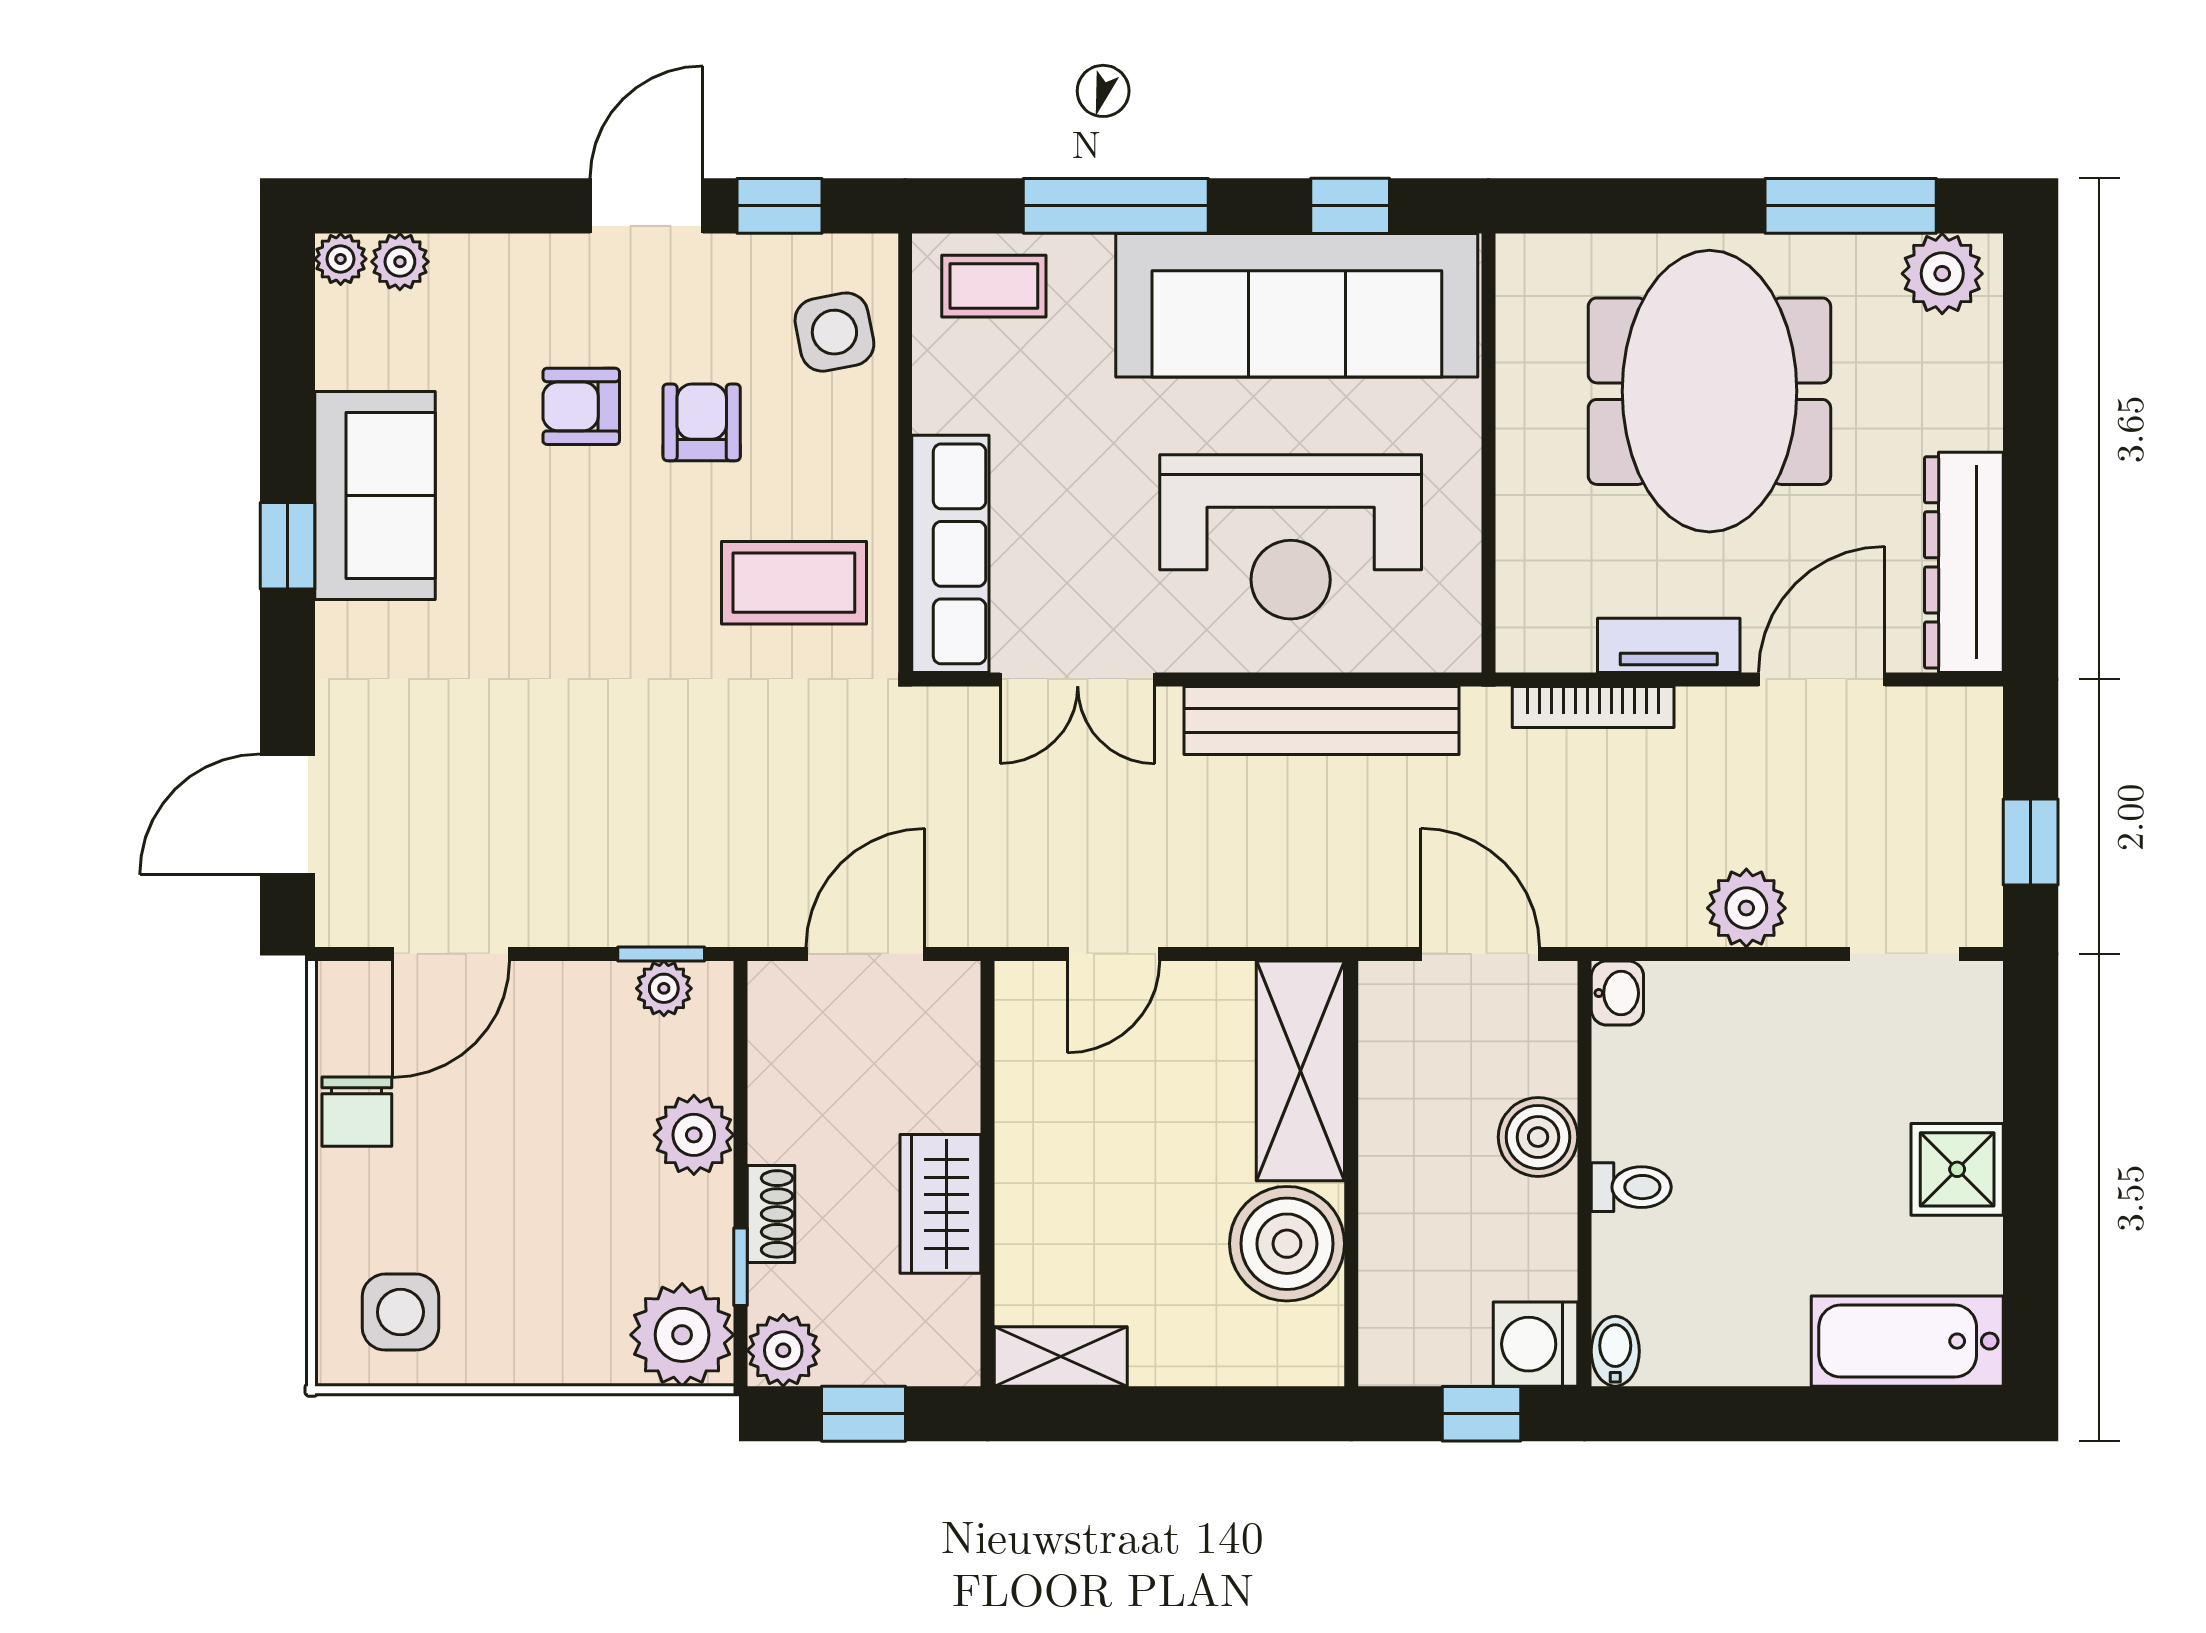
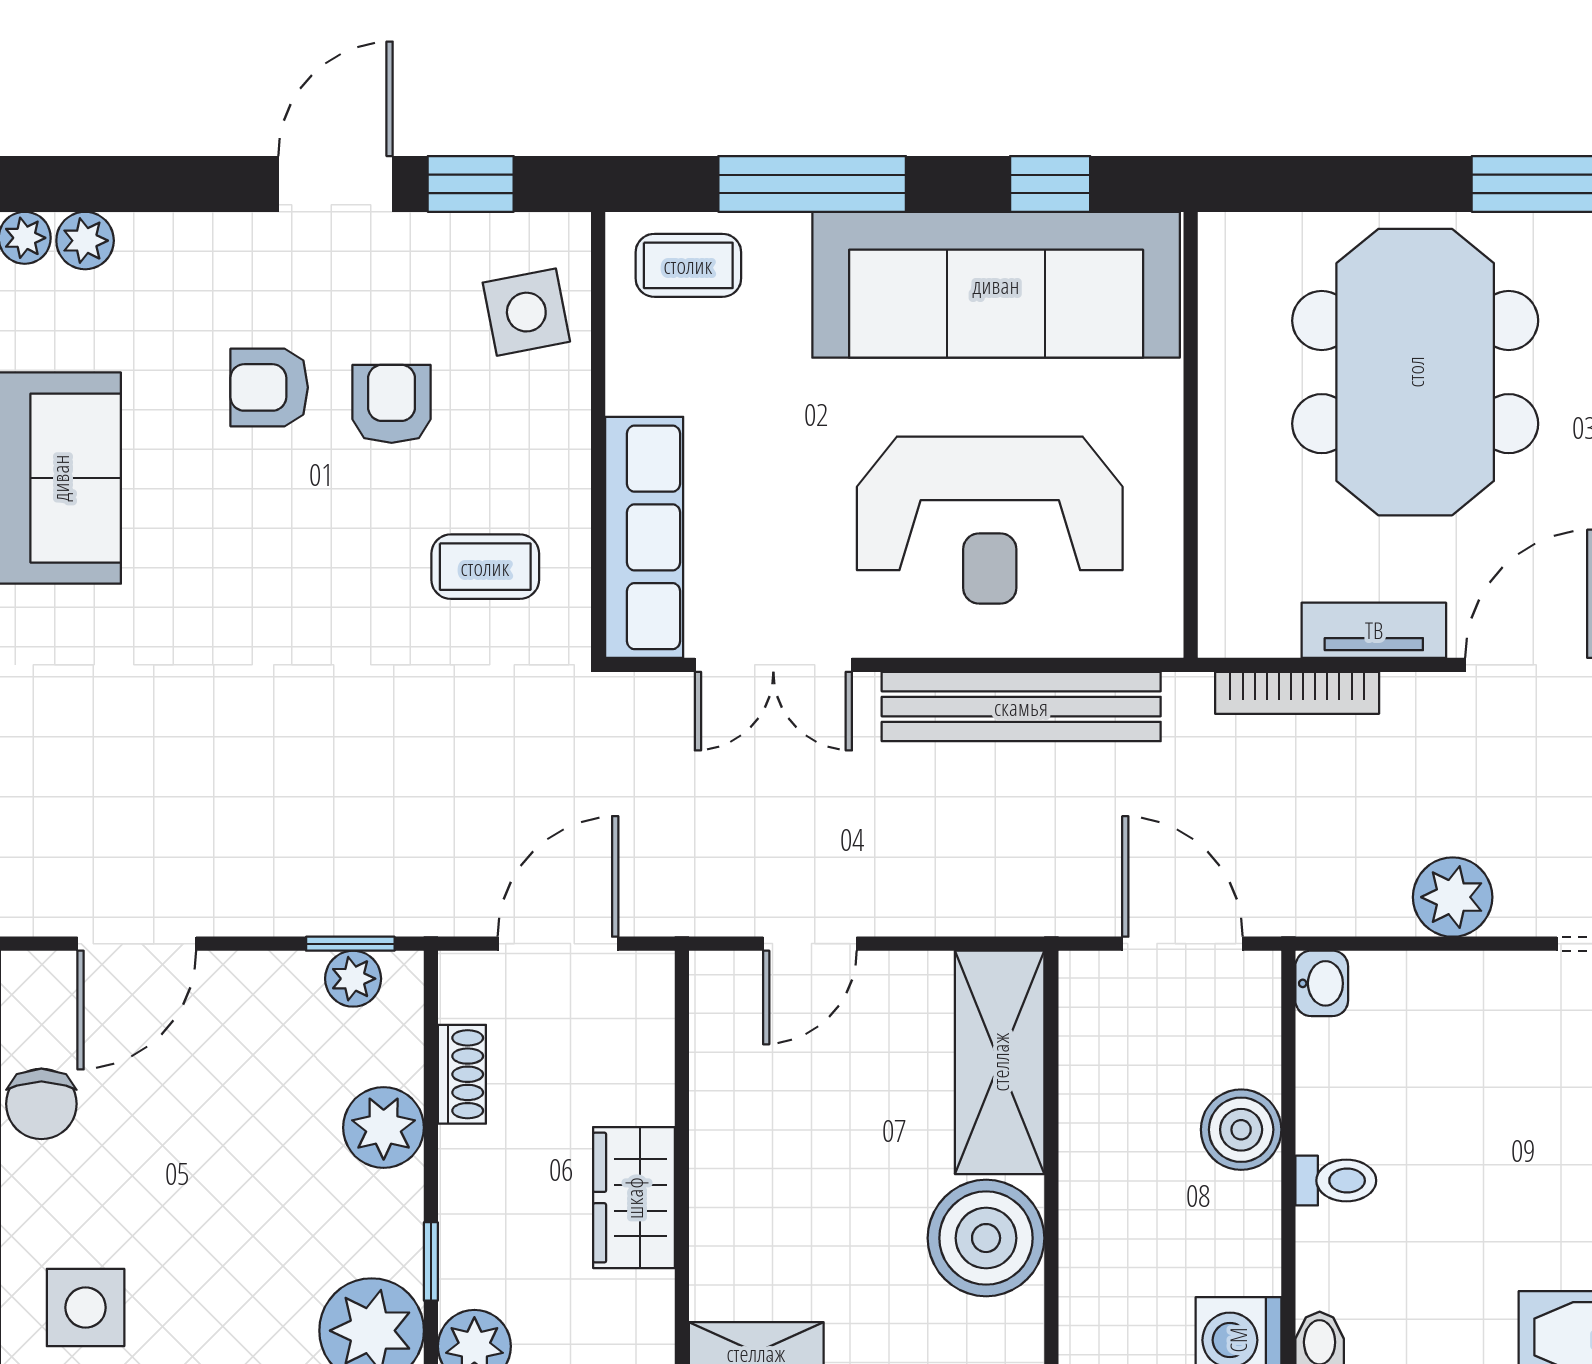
coffee table: (794, 583) -> (485, 567), width x0.73, depth x0.77
shoe rack: (771, 1214) -> (462, 1074), moved

